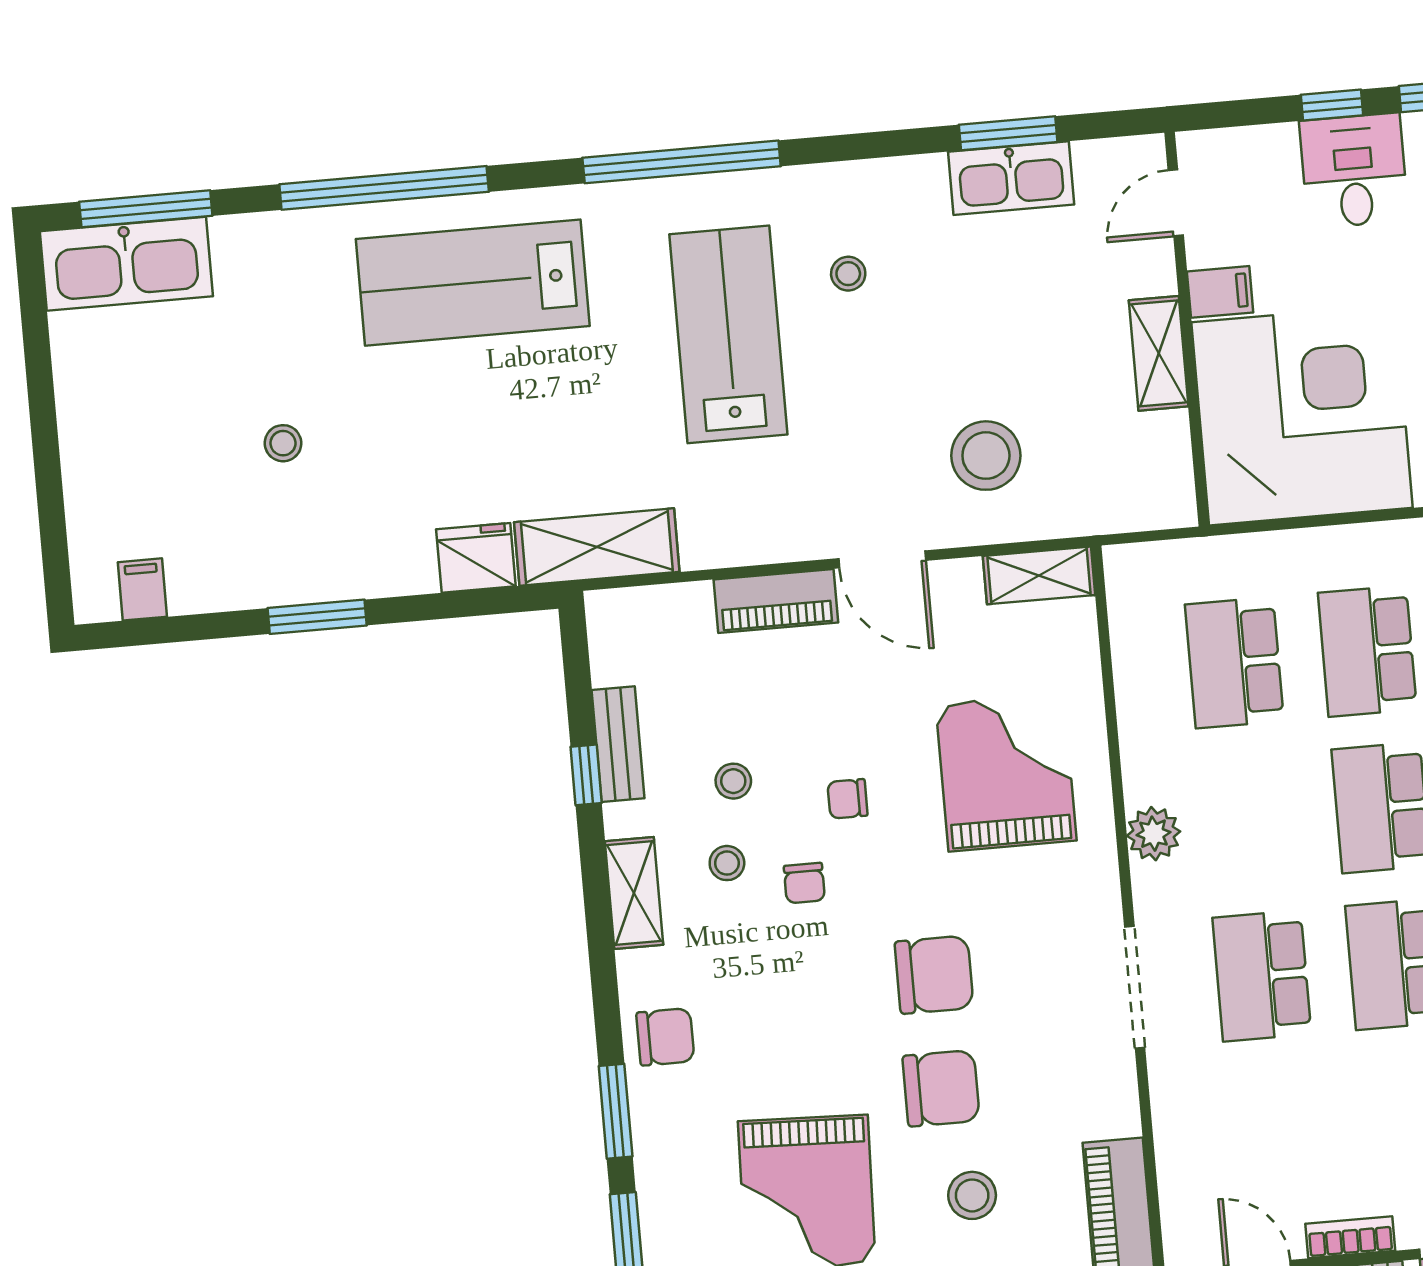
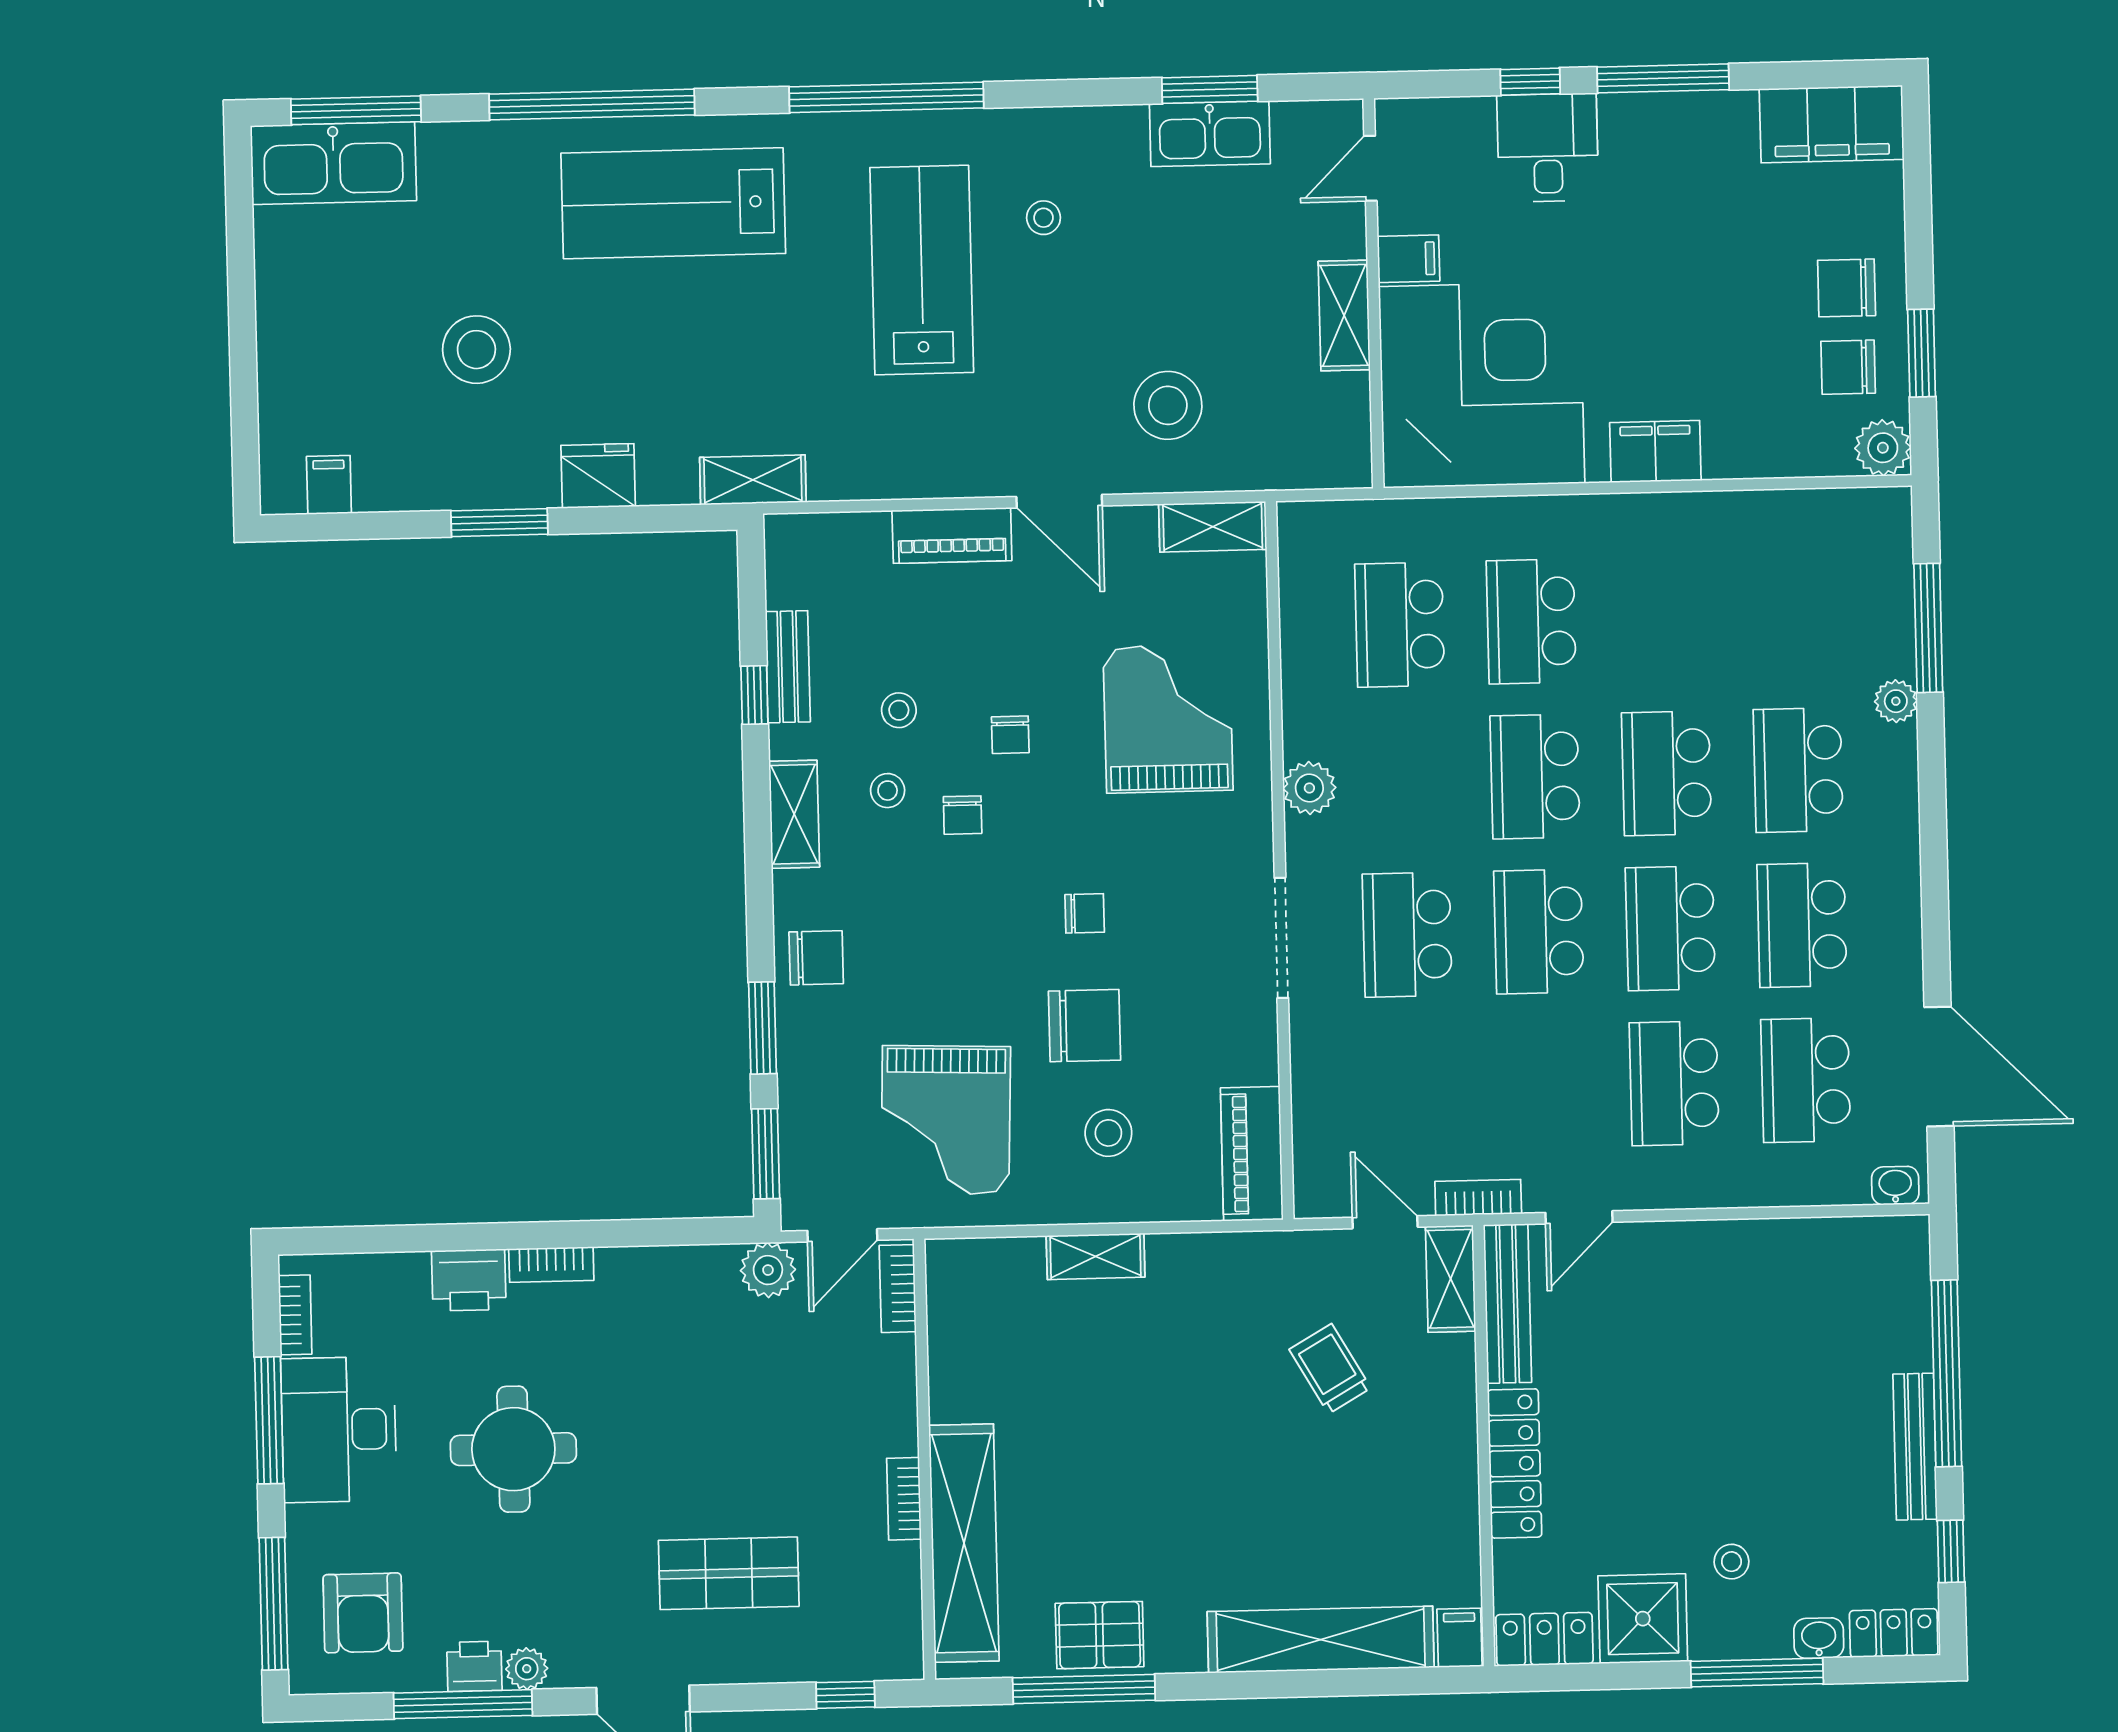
stool: (283, 443) -> (476, 350), width x1.89, depth x1.89
shelving: (597, 547) -> (753, 480), width x0.67, depth x0.75
fridge: (476, 558) -> (598, 476), moved
chair: (848, 799) -> (1010, 735), turned -90
chair: (934, 975) -> (1085, 913), width x0.54, depth x0.54

